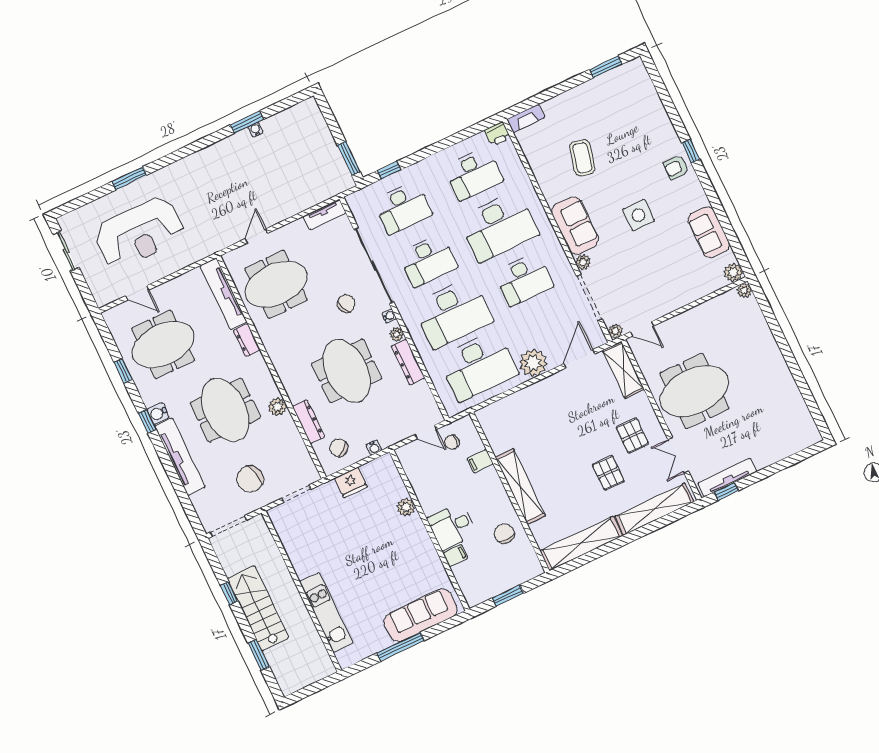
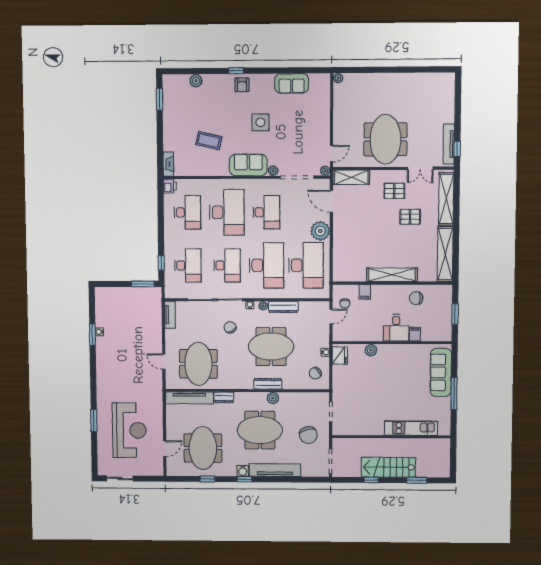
plant: (733, 272) -> (196, 81), moved
dresser: (309, 422) -> (268, 384), moved
fridge: (351, 482) -> (340, 356), moved

